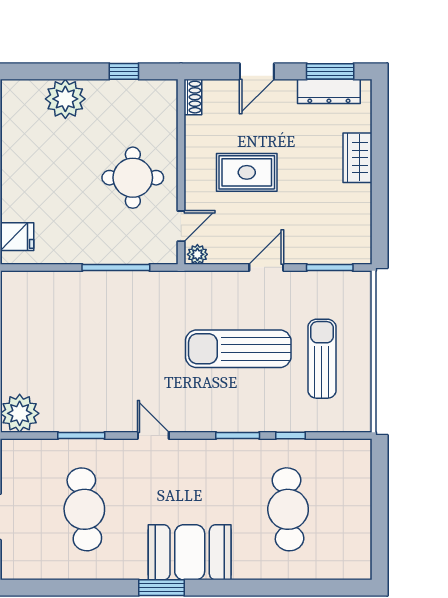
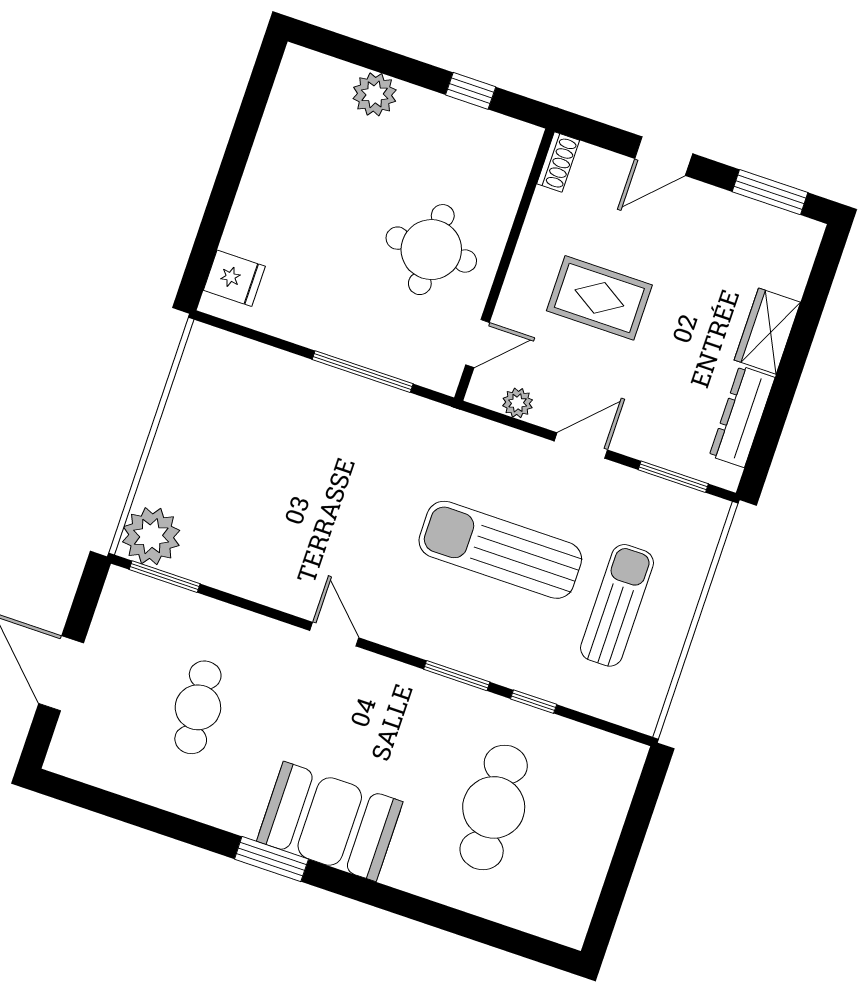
dresser: (329, 91) -> (742, 417), moved, turned 90
plant: (65, 99) -> (375, 94), width x0.73, depth x0.73
plant: (197, 254) -> (518, 403), moved
window: (81, 436) -> (165, 577), moved
cafe table: (84, 509) -> (198, 707), width x0.73, depth x0.74

